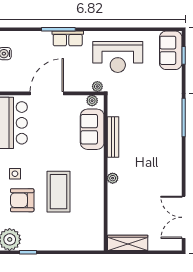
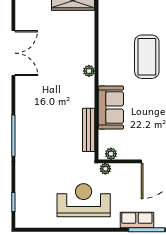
sofa: (171, 50) -> (27, 207), removed
sofa: (92, 129) -> (111, 108), moved
bench: (113, 137) -> (89, 130), moved
double door: (184, 217) -> (13, 53), moved

